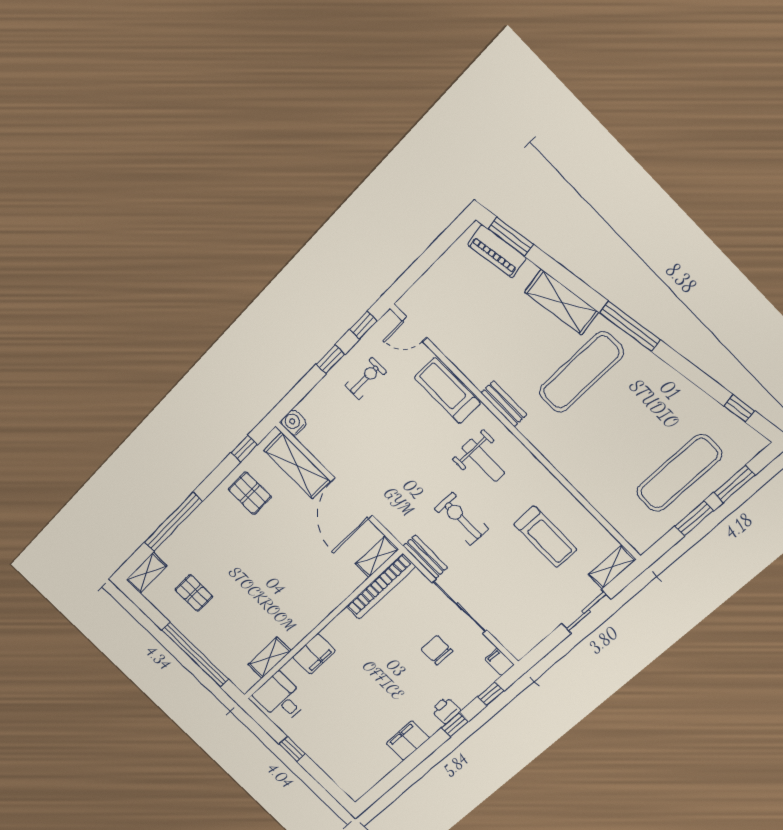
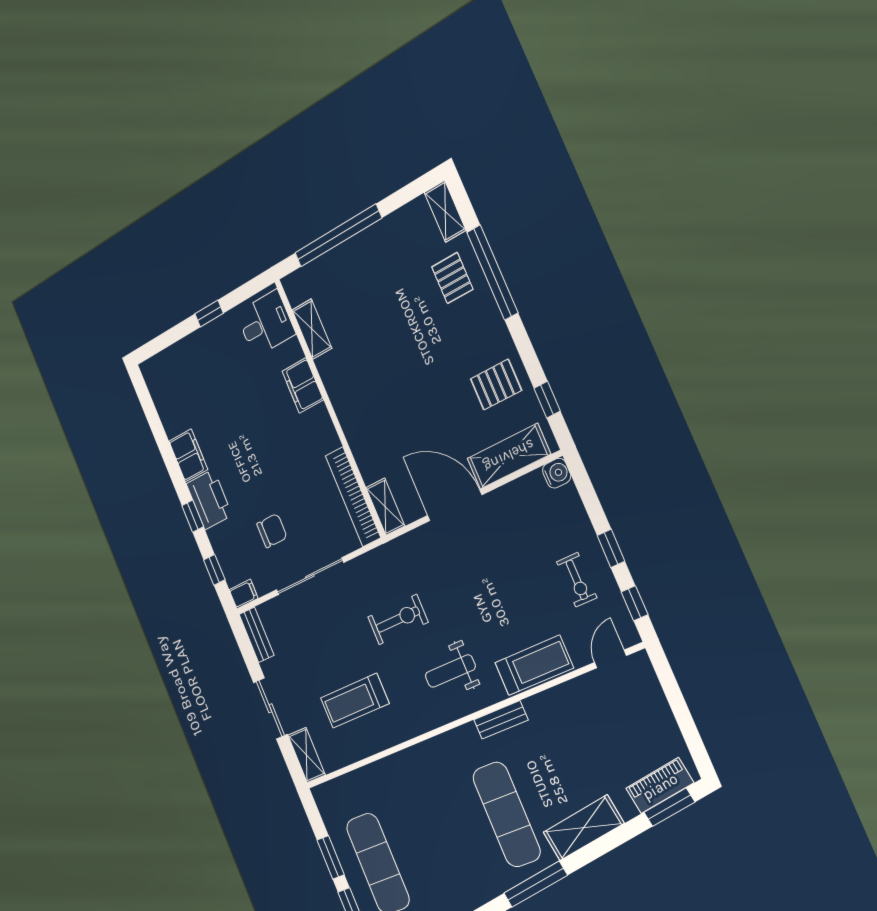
bench: (425, 557) -> (256, 635), moved, turned 90
pallet: (194, 593) -> (452, 278), moved, turned 90
printer: (446, 710) -> (209, 500), width x1.87, depth x1.48

